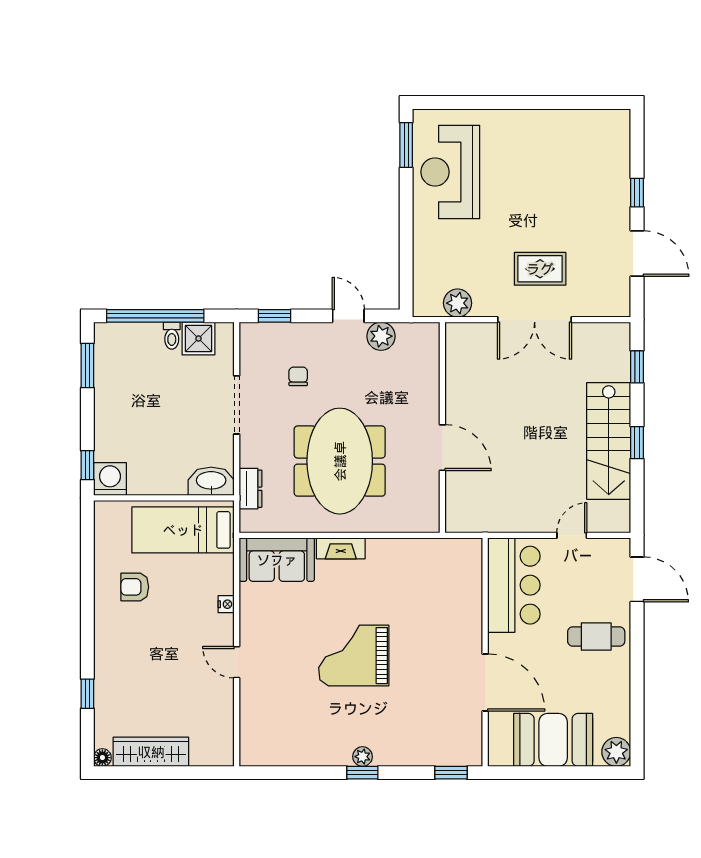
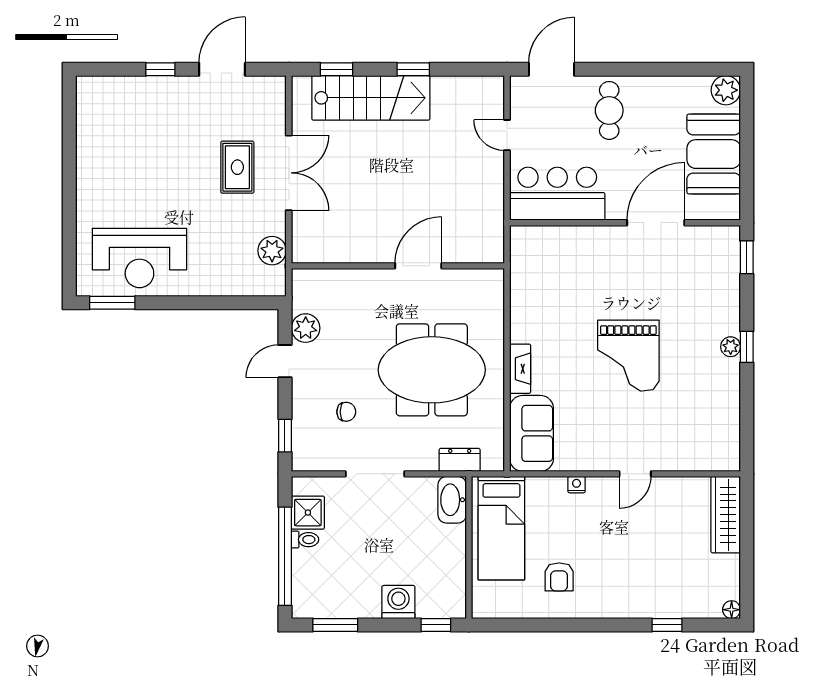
chair: (298, 376) -> (346, 412), turned 180
stairs: (609, 441) -> (371, 98), moved
washing machine: (110, 479) -> (398, 602), moved, turned 90
wardrobe: (151, 752) -> (726, 515), moved

